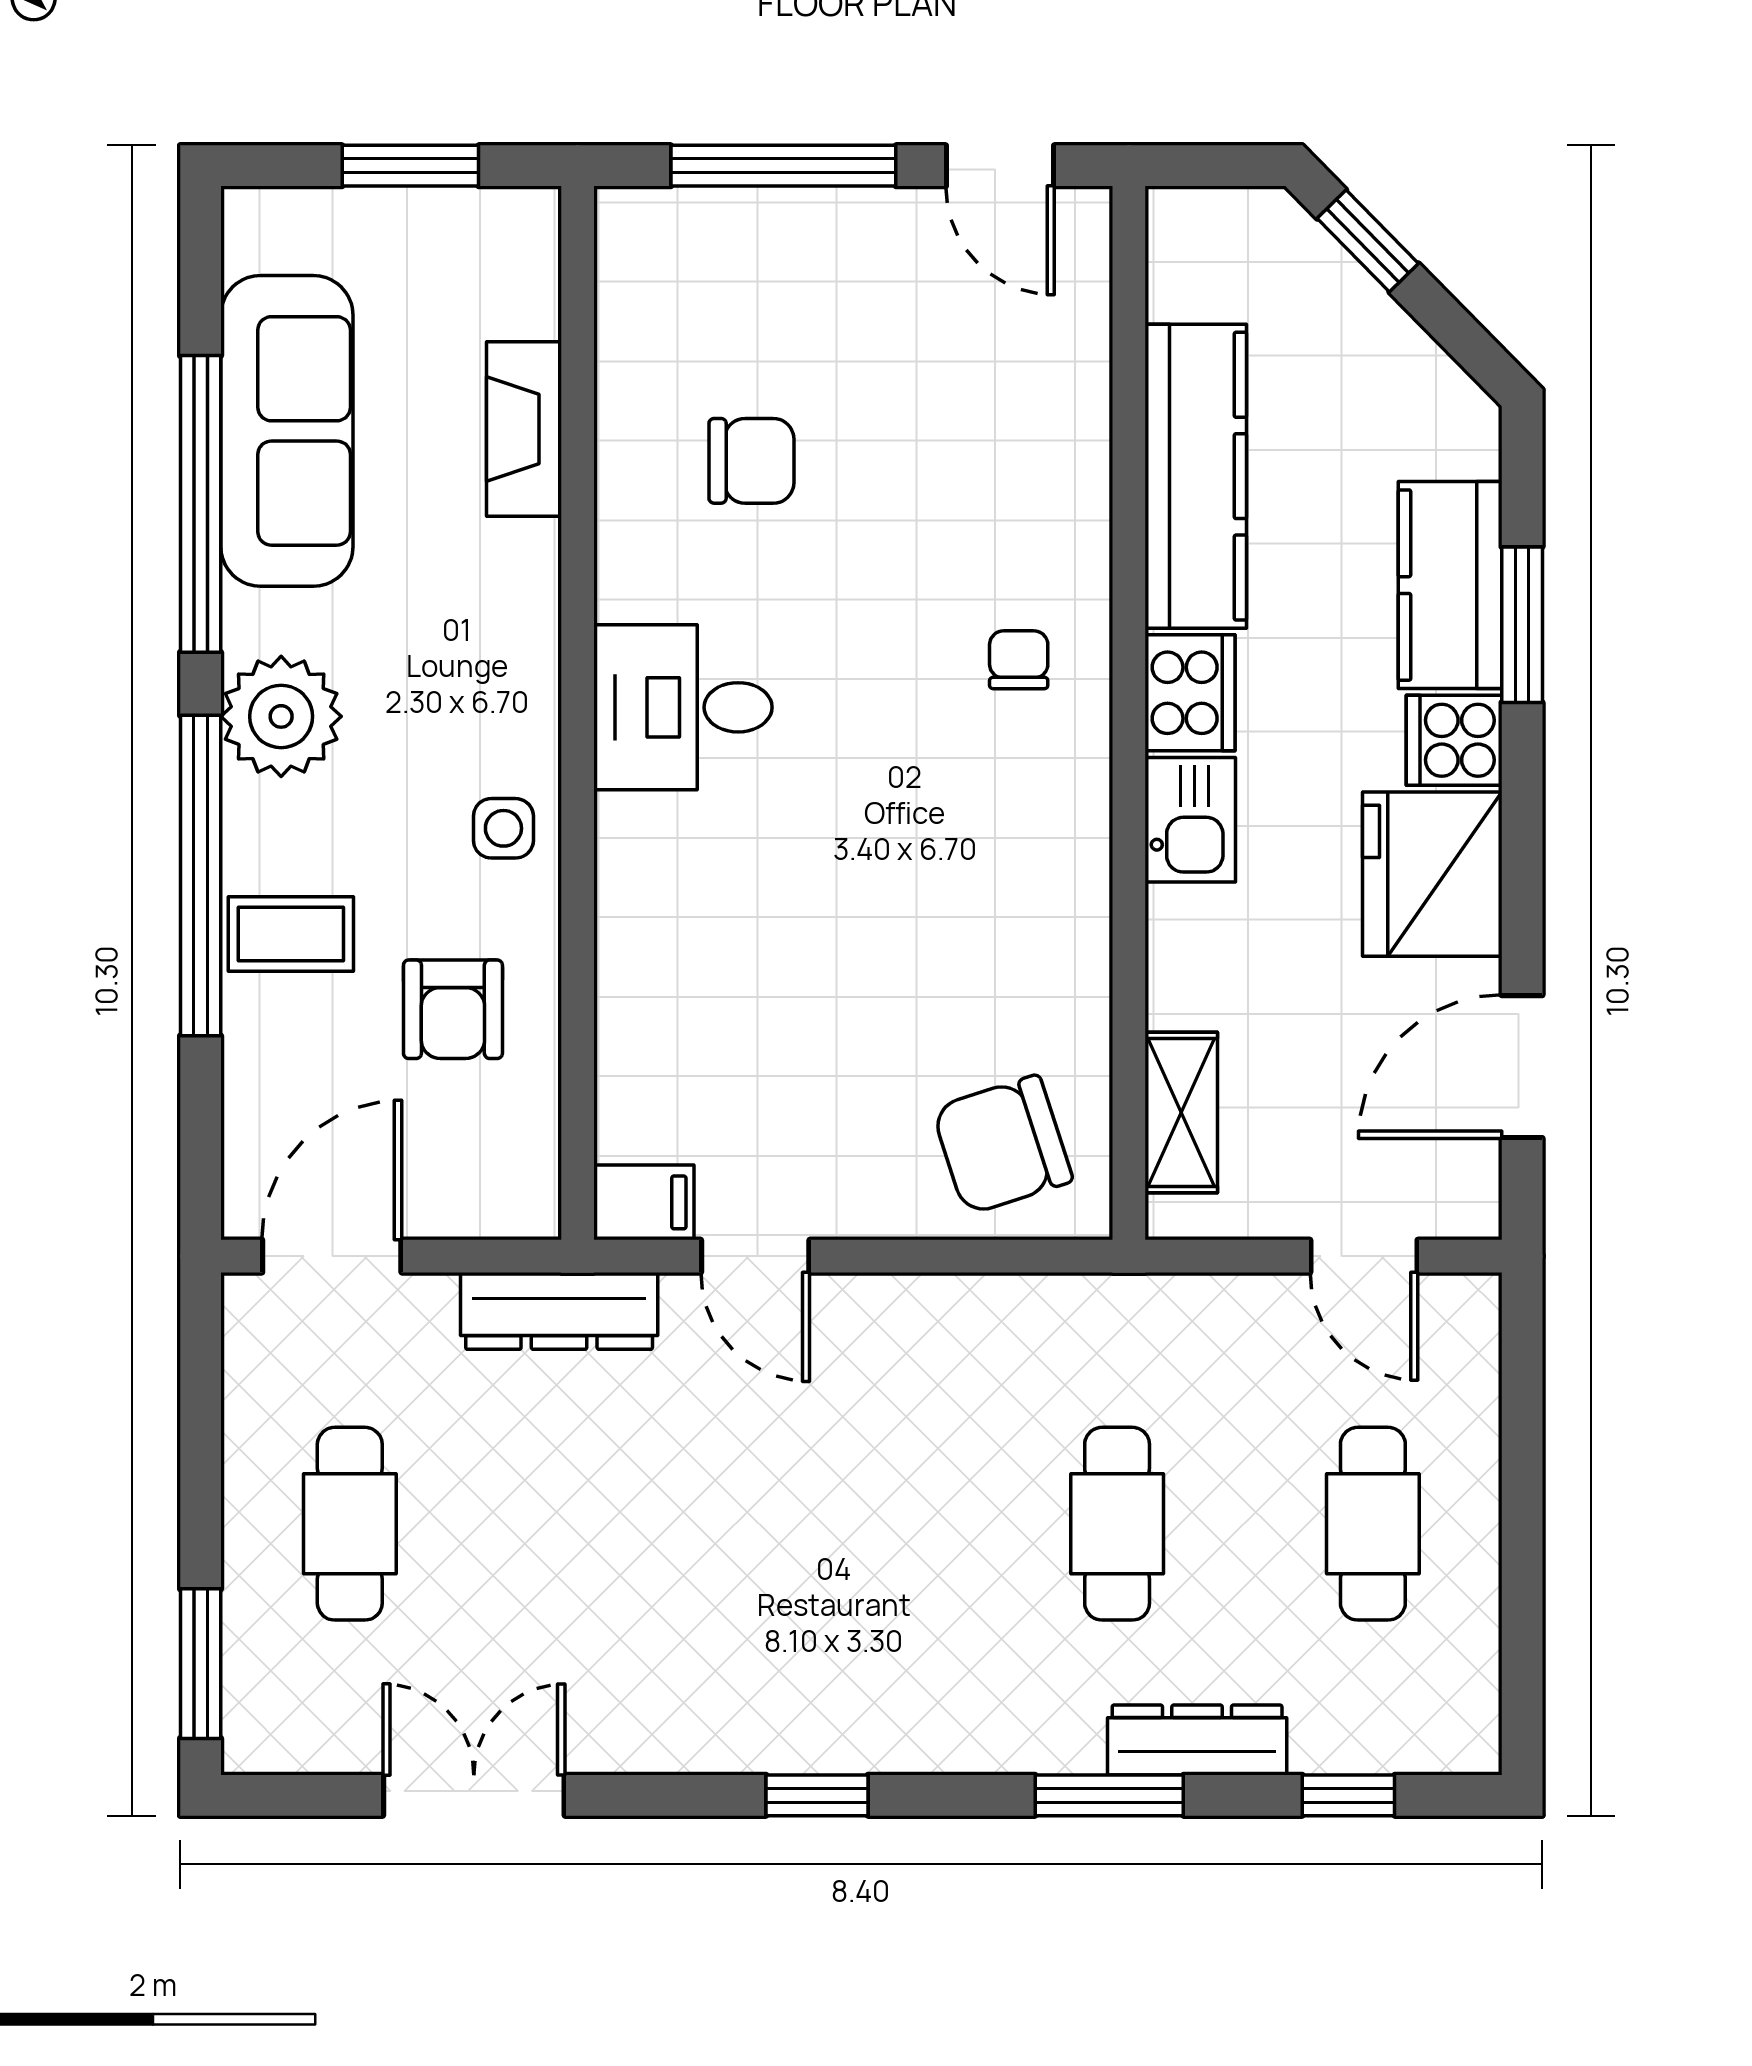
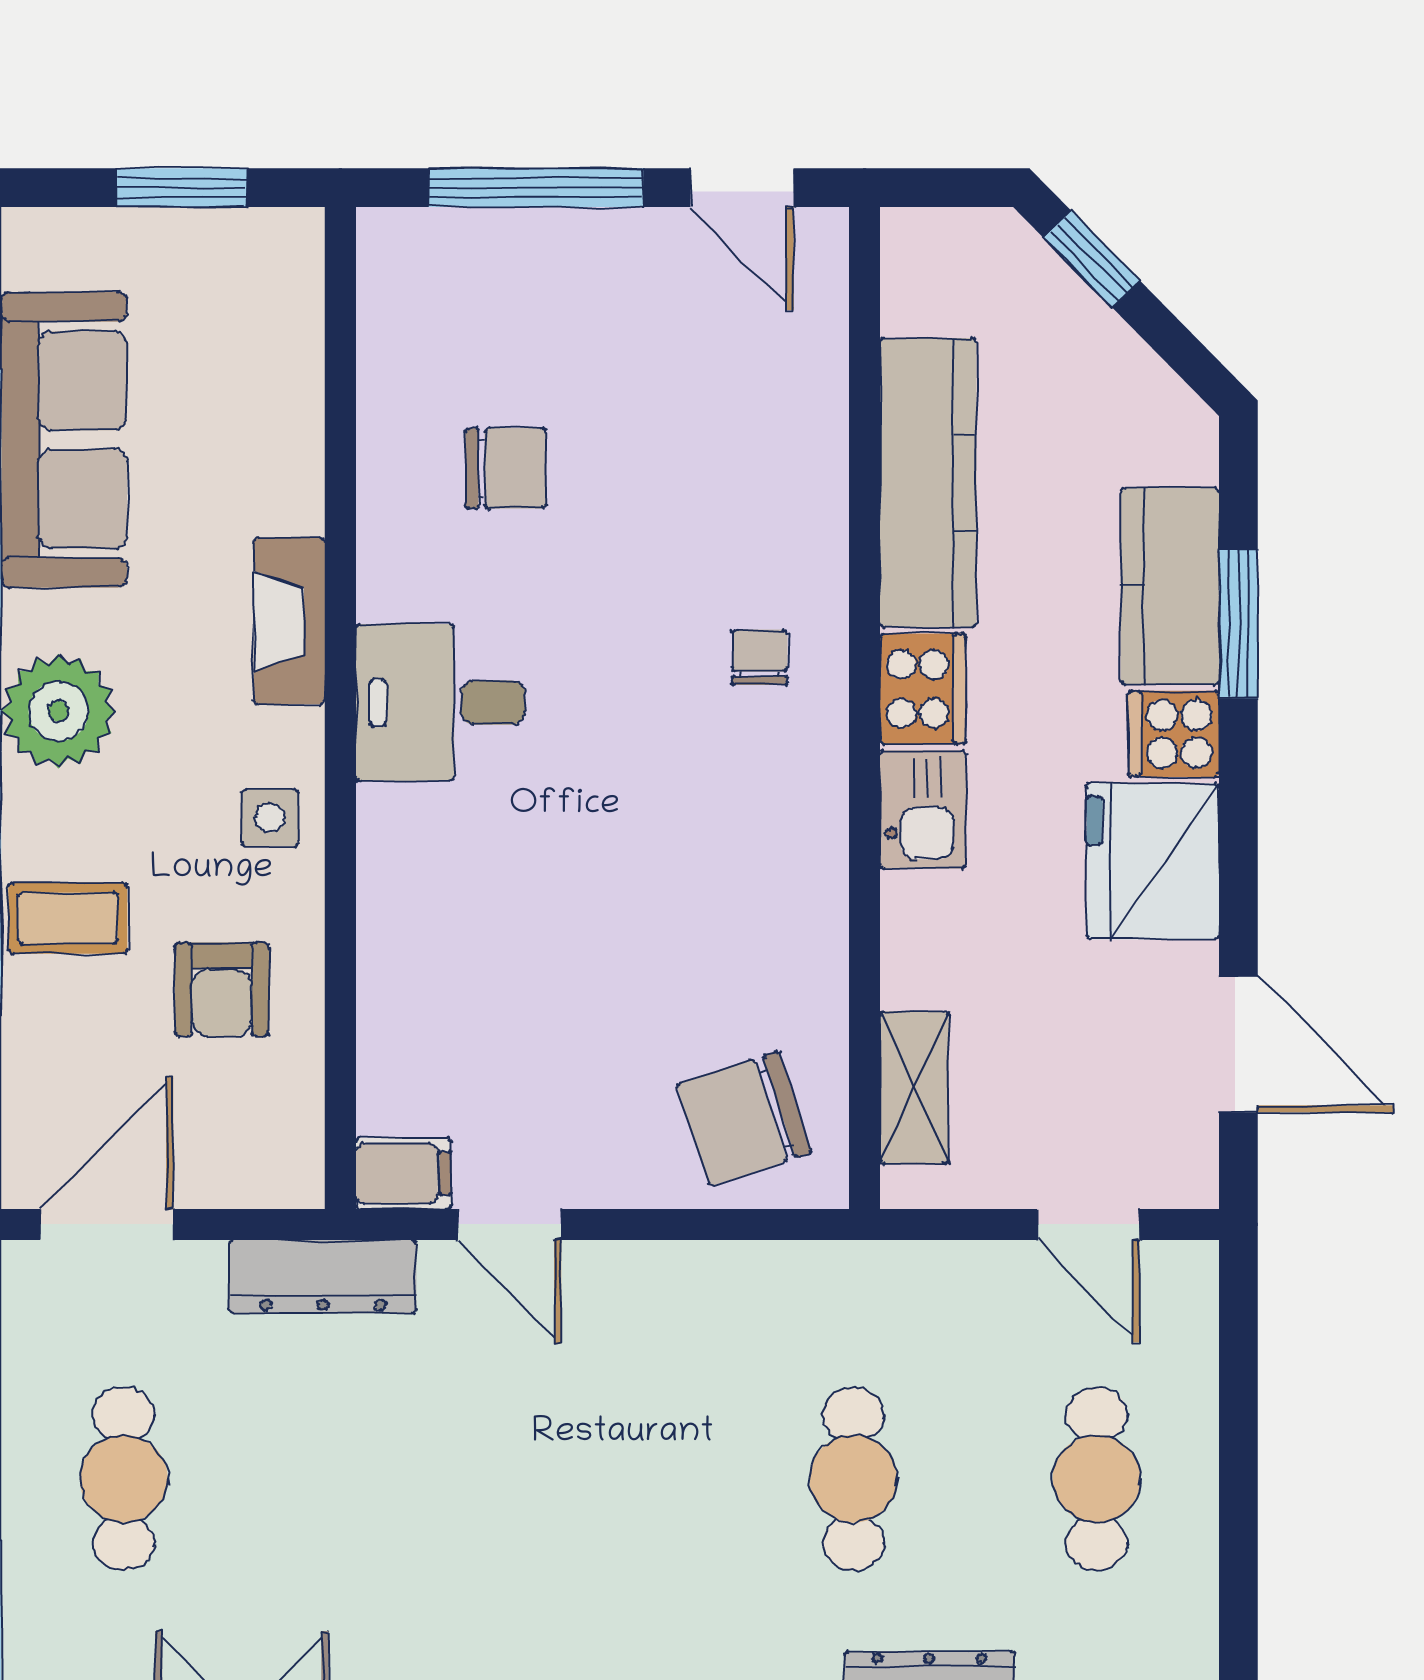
fireplace: (524, 429) -> (289, 621), moved
door: (1522, 1067) -> (1238, 1044), swing flipped

